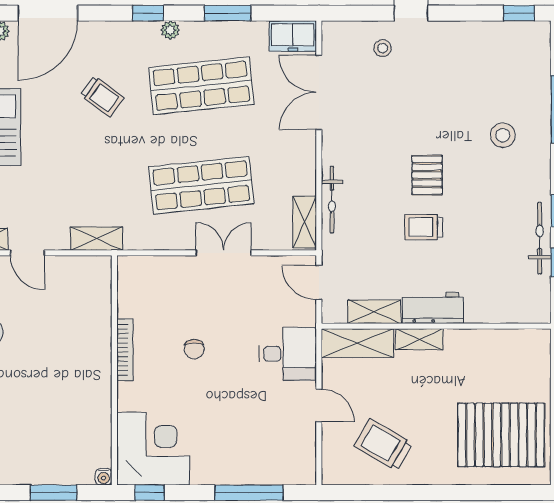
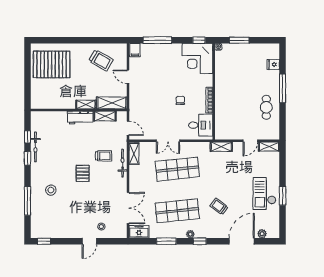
trolley: (424, 227) -> (104, 156), moved
door: (27, 253) -> (250, 141), swing flipped
desk: (288, 354) -> (201, 125), moved, turned 180
filing cabinet: (302, 469) -> (135, 50), added

